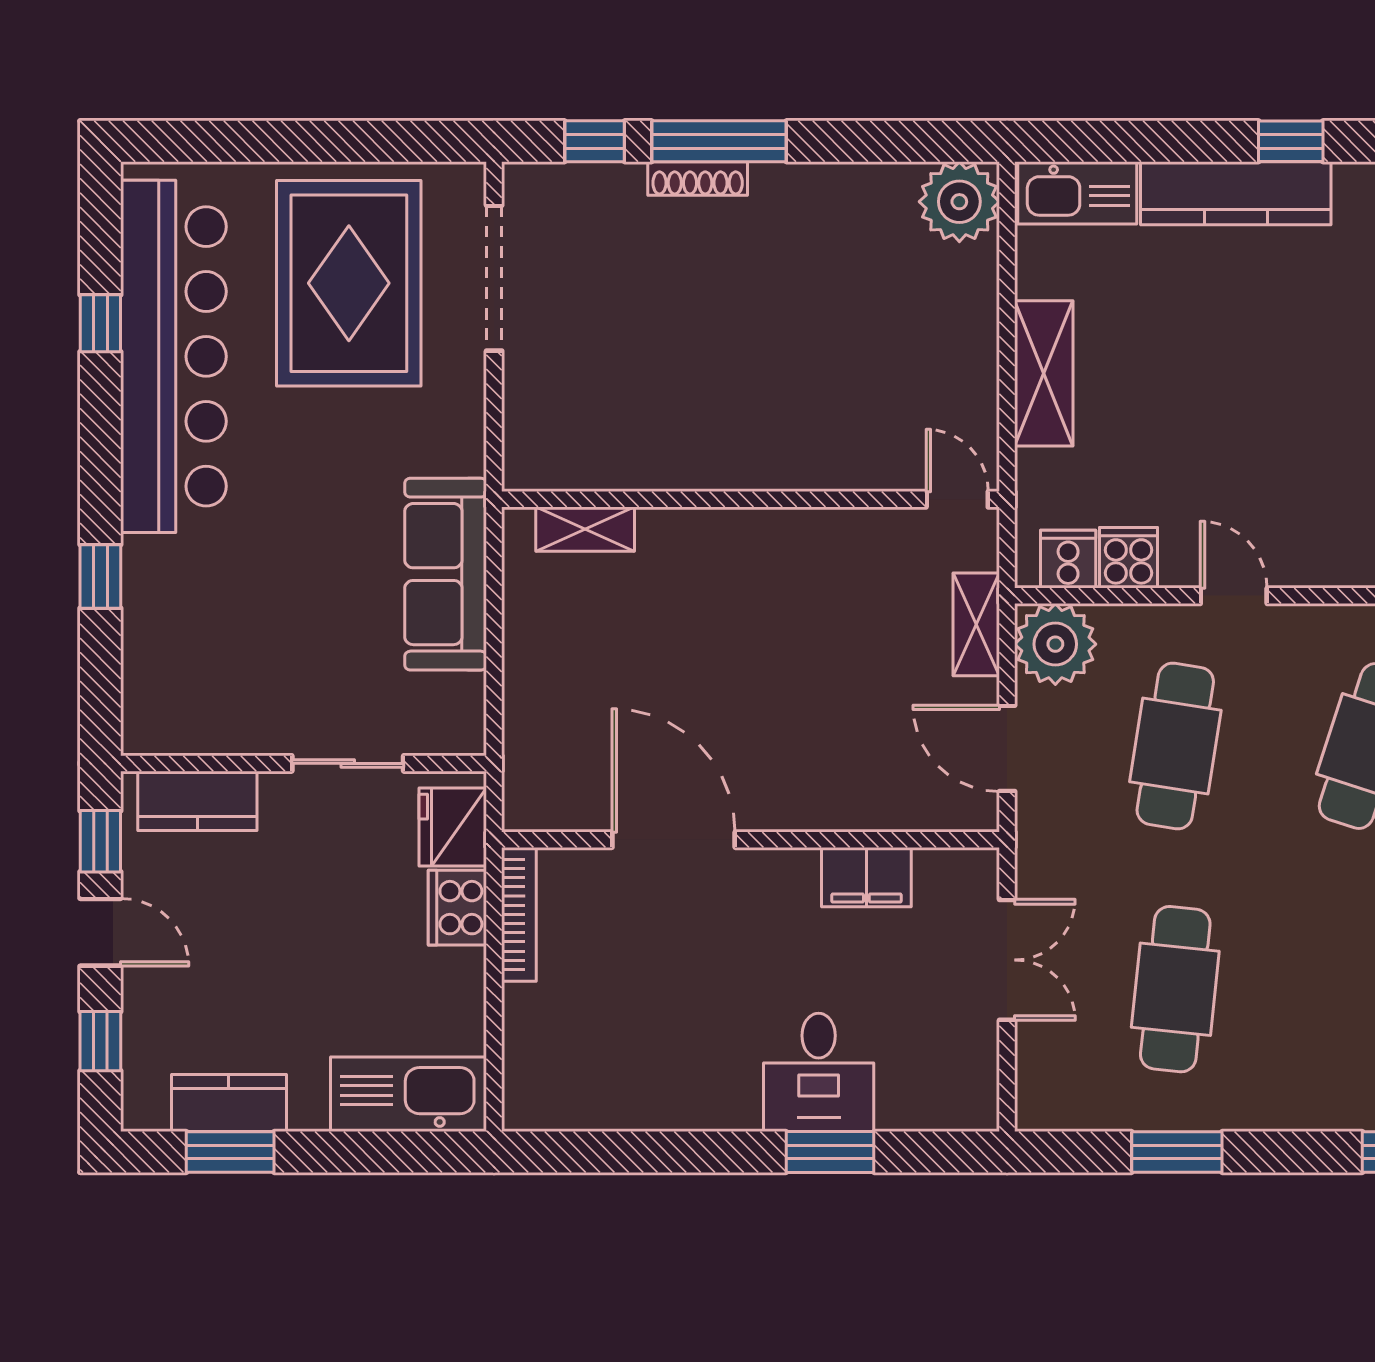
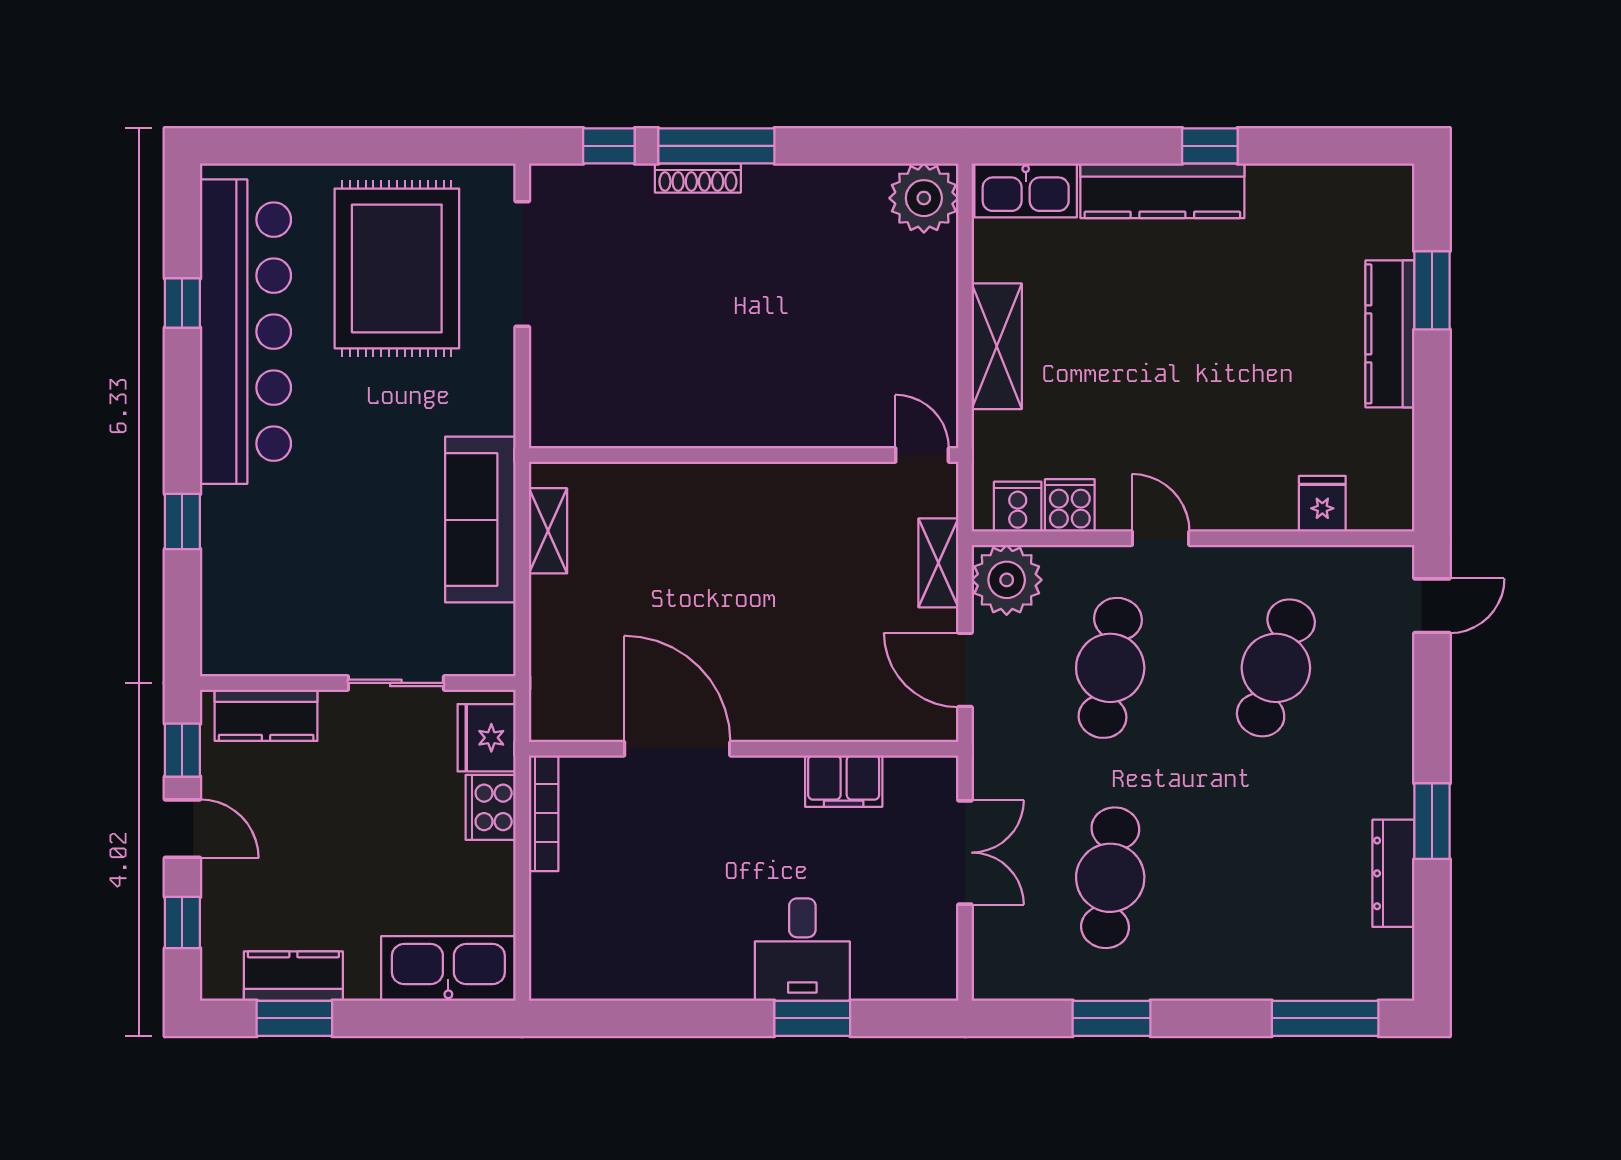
shelving: (585, 529) -> (548, 531), moved, turned 90

